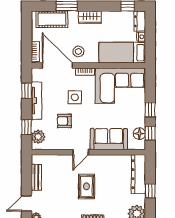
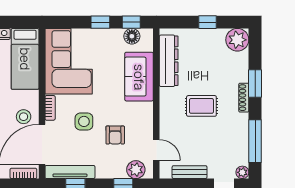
tv unit: (36, 101) -> (70, 172), moved
door: (81, 152) -> (156, 150), moved
dresser: (138, 174) -> (169, 61), moved, turned -90

